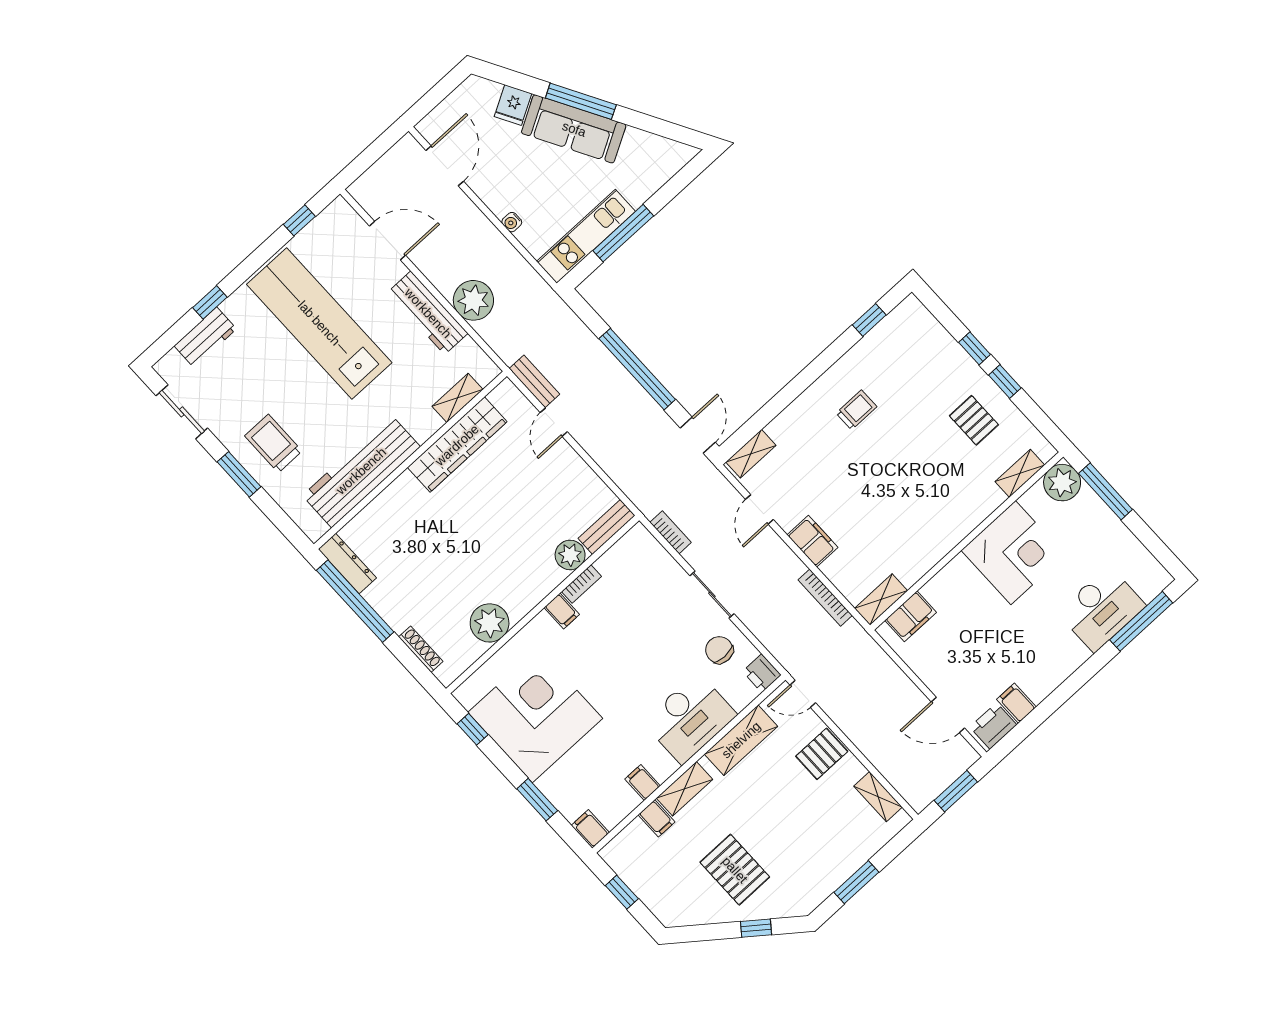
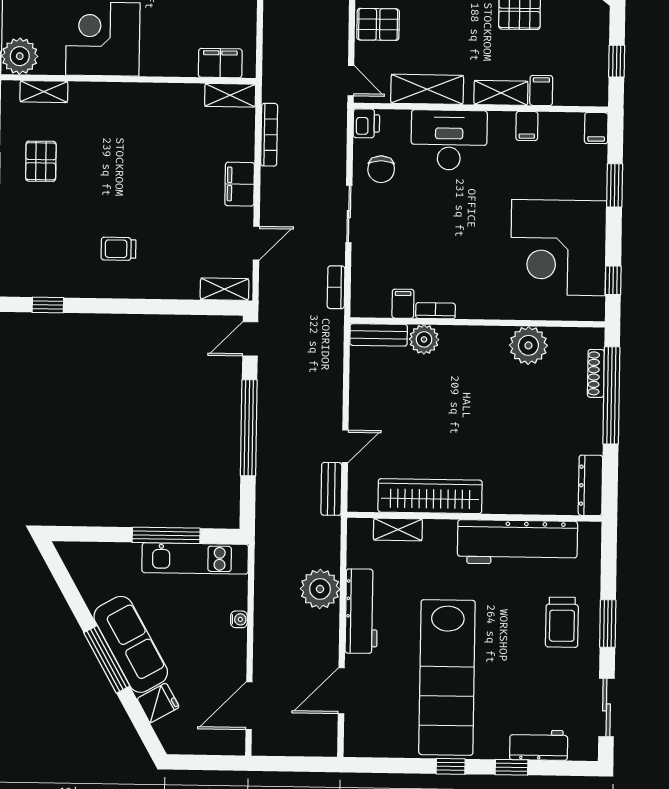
window: (299, 220) -> (451, 766), moved
door: (387, 241) -> (341, 691), hinge flipped
window: (355, 601) -> (611, 395), moved
filing cabinet: (562, 611) -> (403, 304), moved

